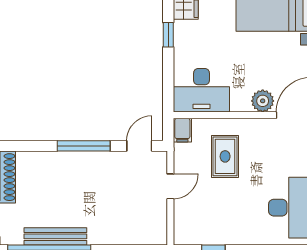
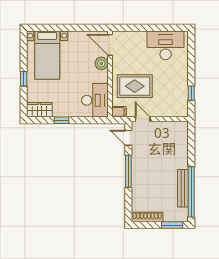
rug: (225, 156) -> (135, 86), width x1.36, depth x1.43
door: (170, 186) -> (143, 119), moved

